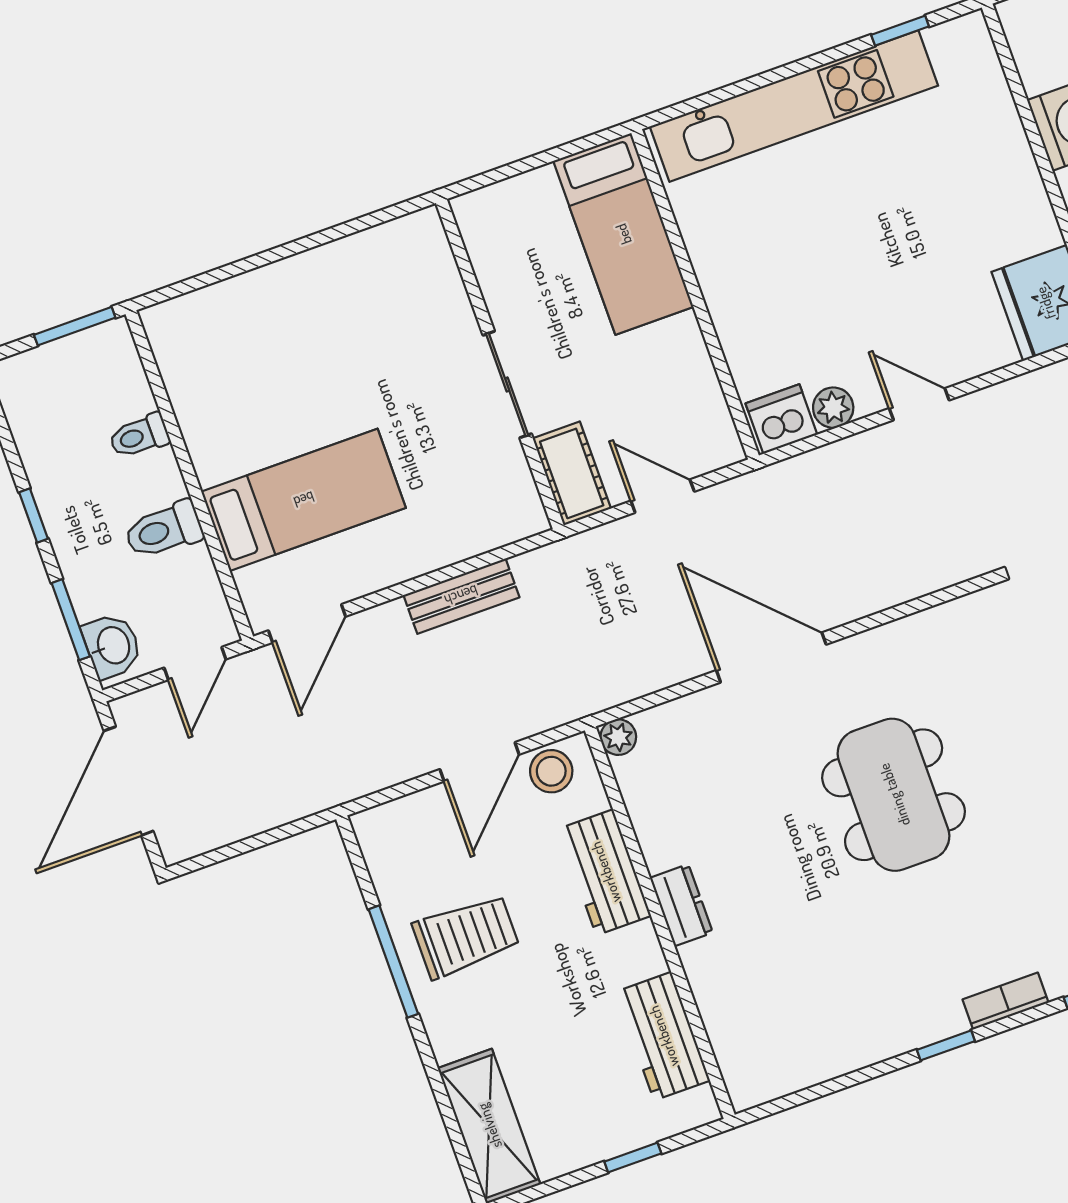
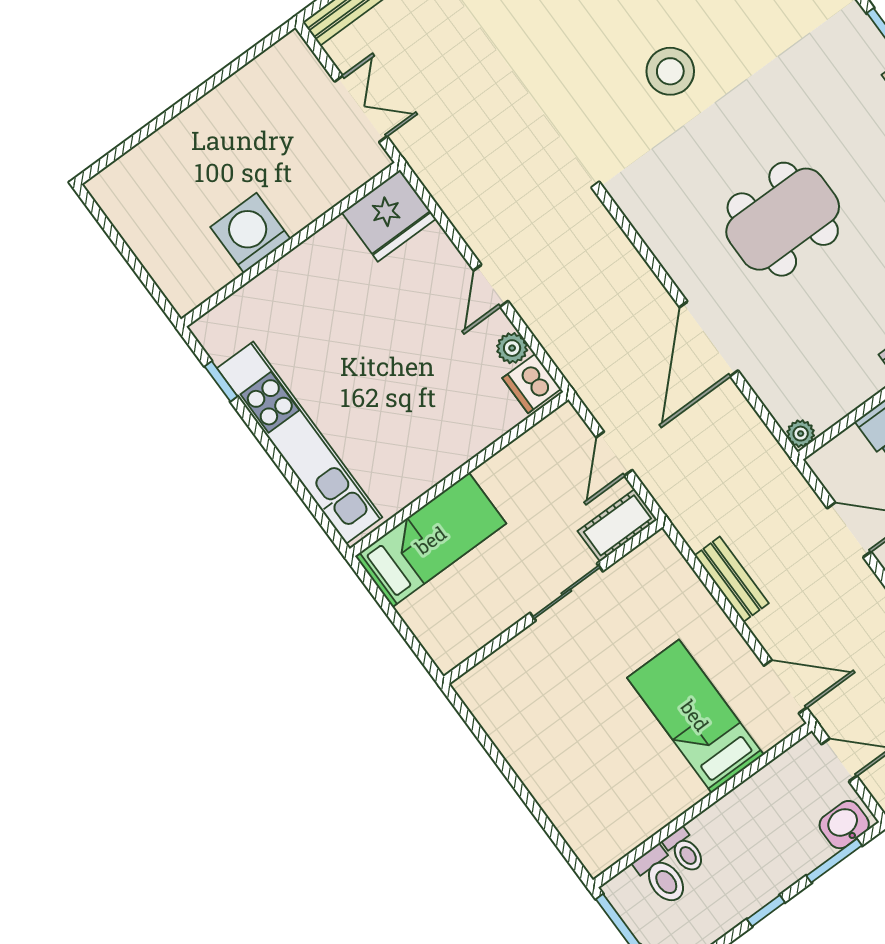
toilet: (164, 530) -> (662, 876), moved
stool: (551, 771) -> (840, 475), removed

